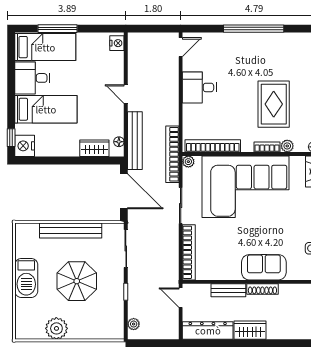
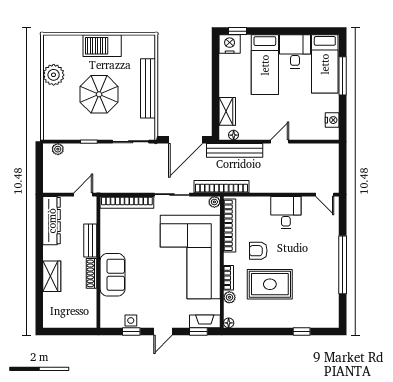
nightstand: (117, 43) -> (332, 120), moved, turned -90
armchair: (239, 116) -> (258, 251), added
wardrobe: (250, 330) -> (52, 276), moved

